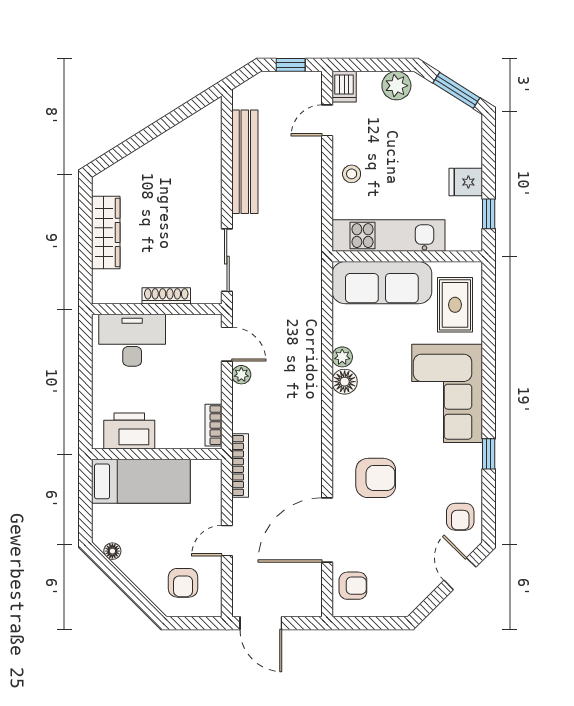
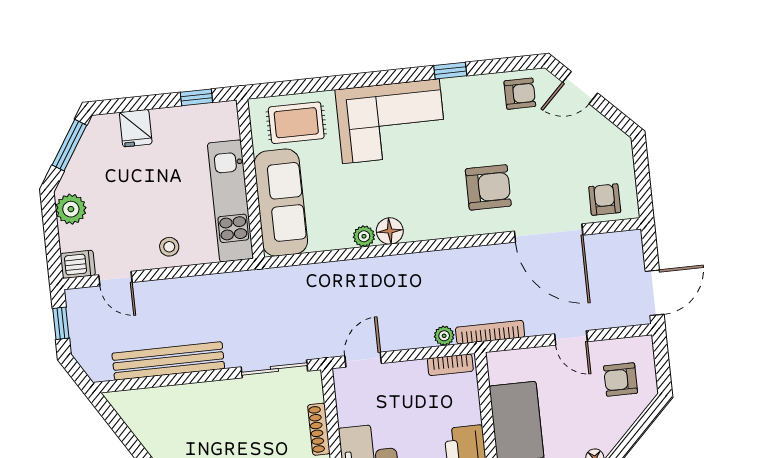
fridge: (466, 182) -> (136, 128), moved
plant: (241, 375) -> (444, 336), moved
armchair: (376, 478) -> (488, 187), turned 90
armchair: (183, 583) -> (621, 380), turned 180

